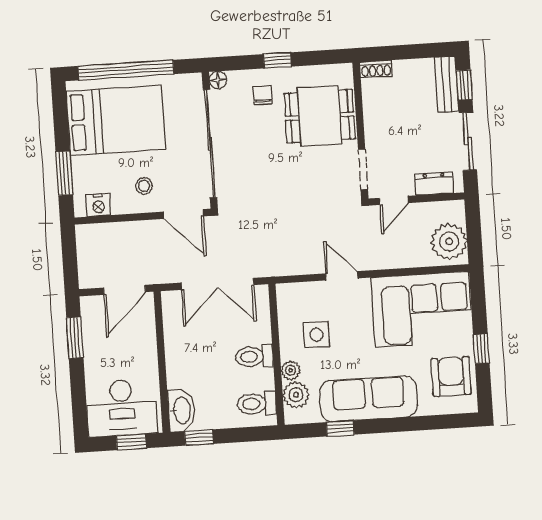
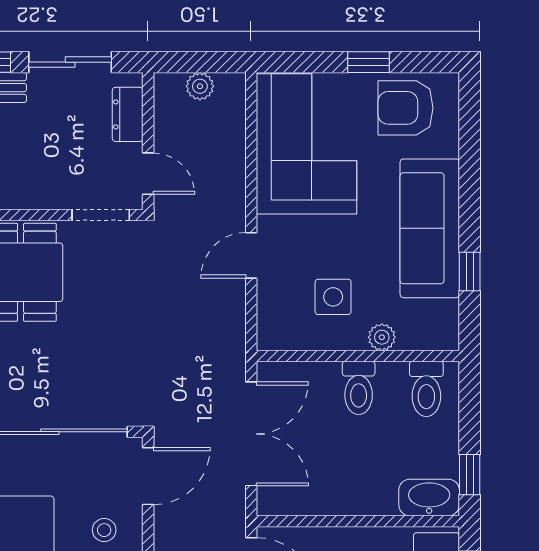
plant: (449, 242) -> (200, 86), width x0.53, depth x0.53
plant: (296, 395) -> (417, 332), removed

